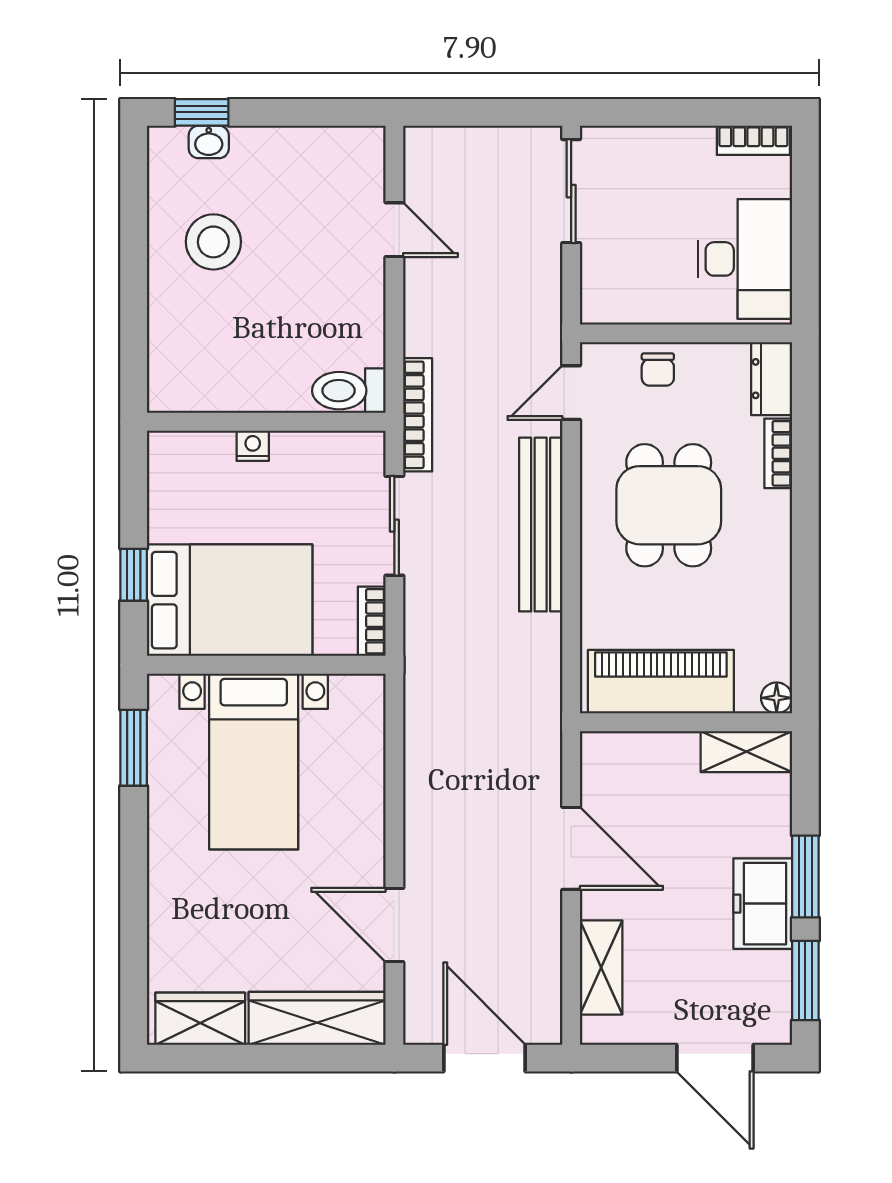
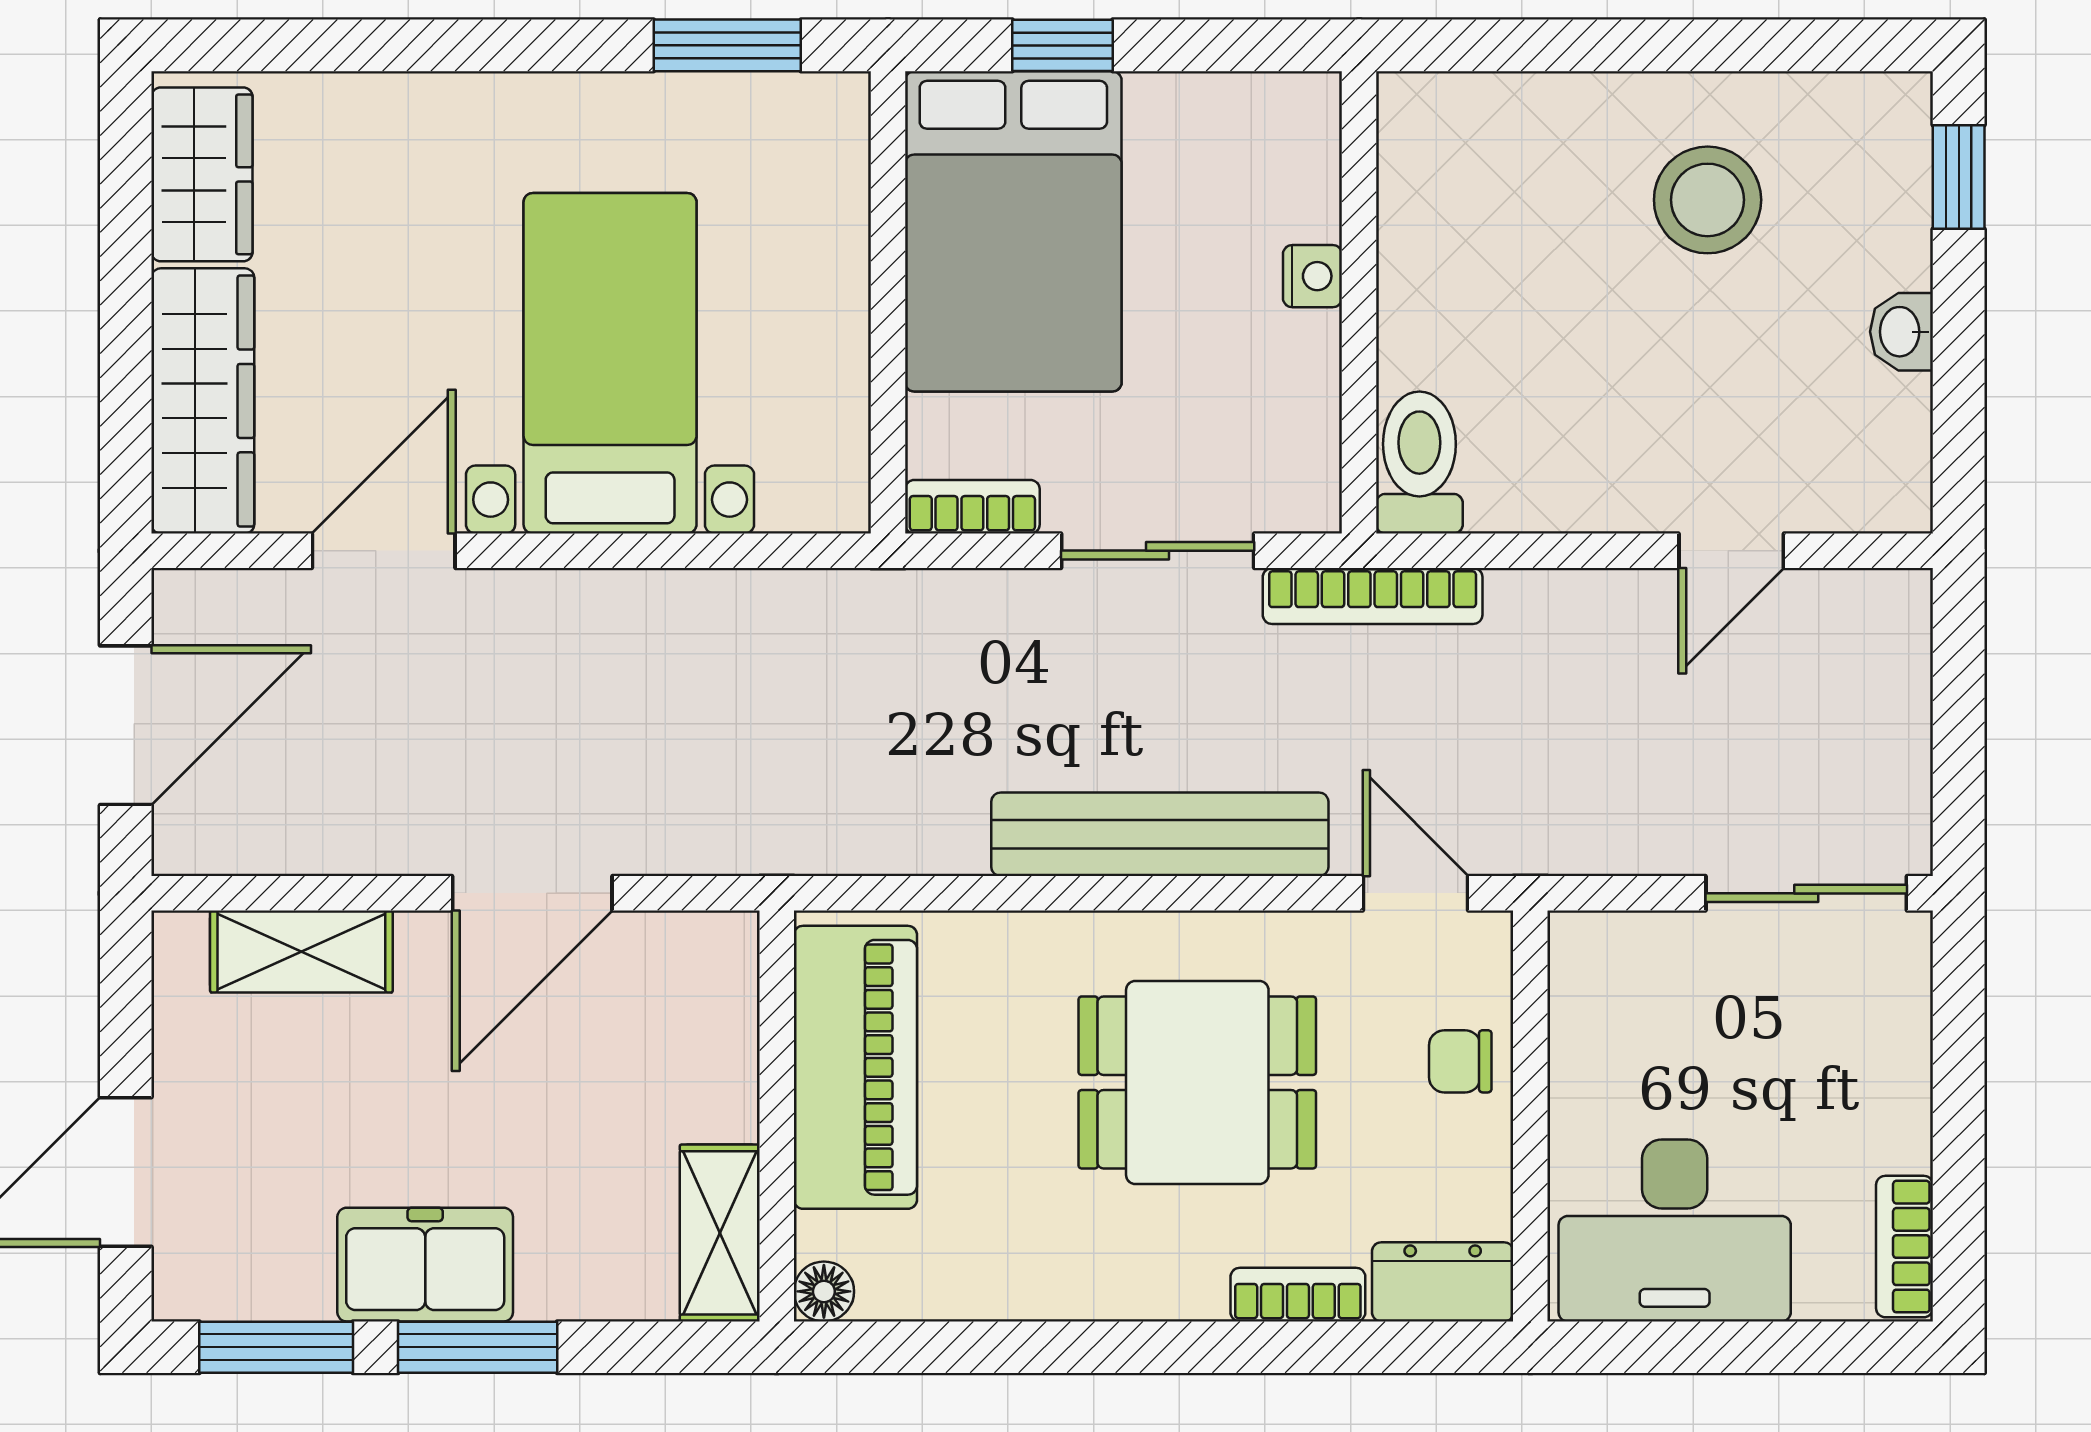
washbasin: (209, 142) -> (1901, 332), moved
bed with nightstands: (254, 762) -> (610, 363), moved, turned 90

